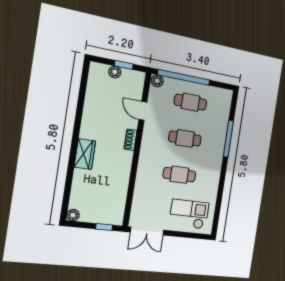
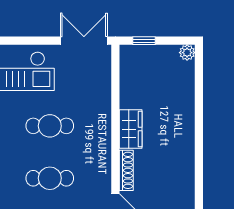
shoe rack: (130, 140) -> (126, 170), width x1.43
wardrobe: (85, 154) -> (131, 129), moved, turned 180

